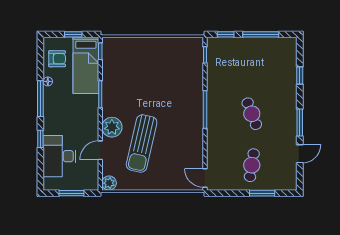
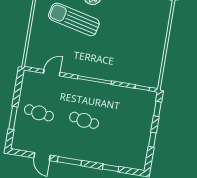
window: (261, 34) -> (152, 140), width x0.46
cafe table: (252, 114) -> (84, 120), turned 30
door: (205, 178) -> (52, 73), moved

